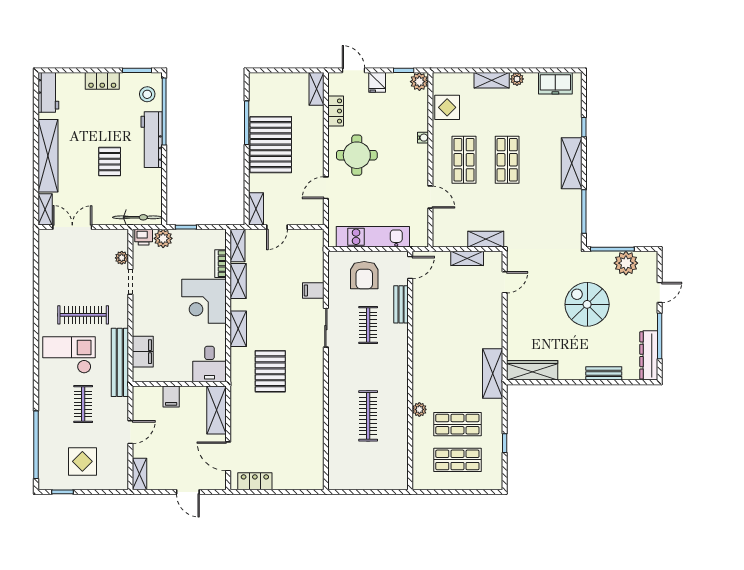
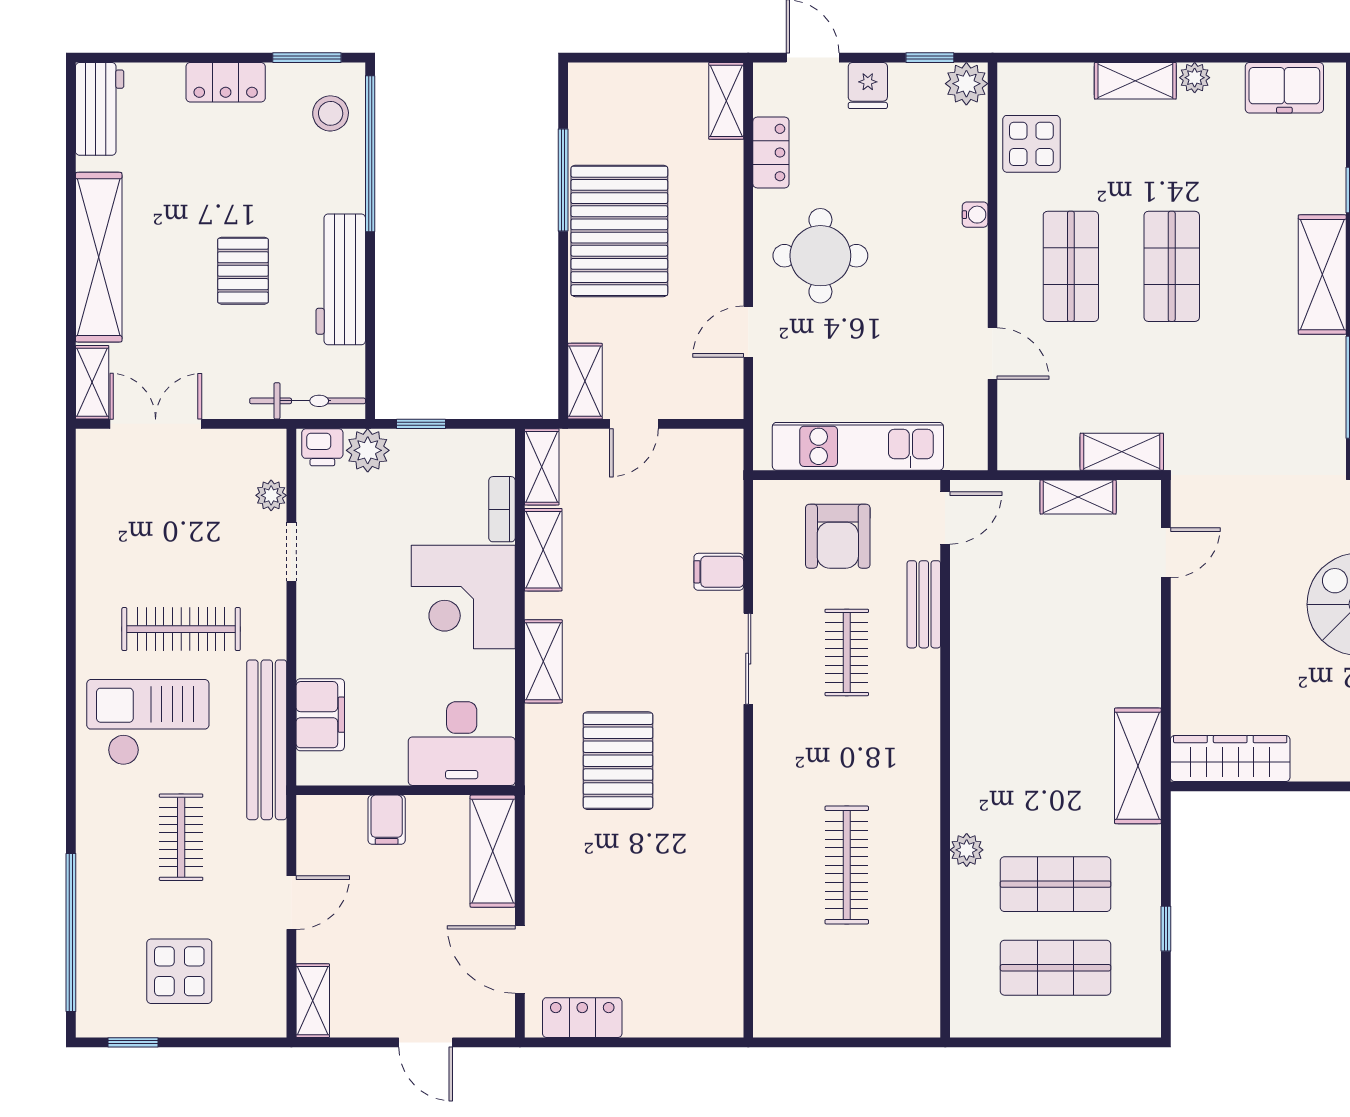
workbench: (152, 140) -> (341, 279), moved
desk: (209, 364) -> (462, 744), width x1.37

